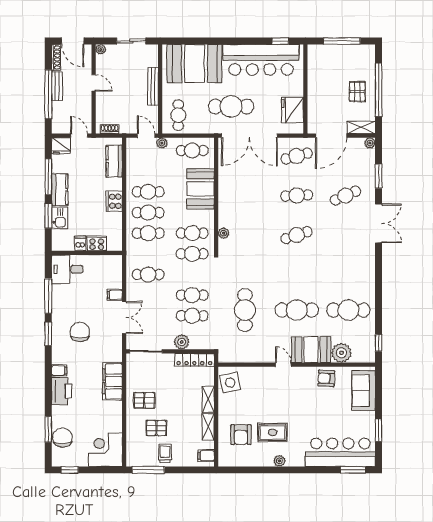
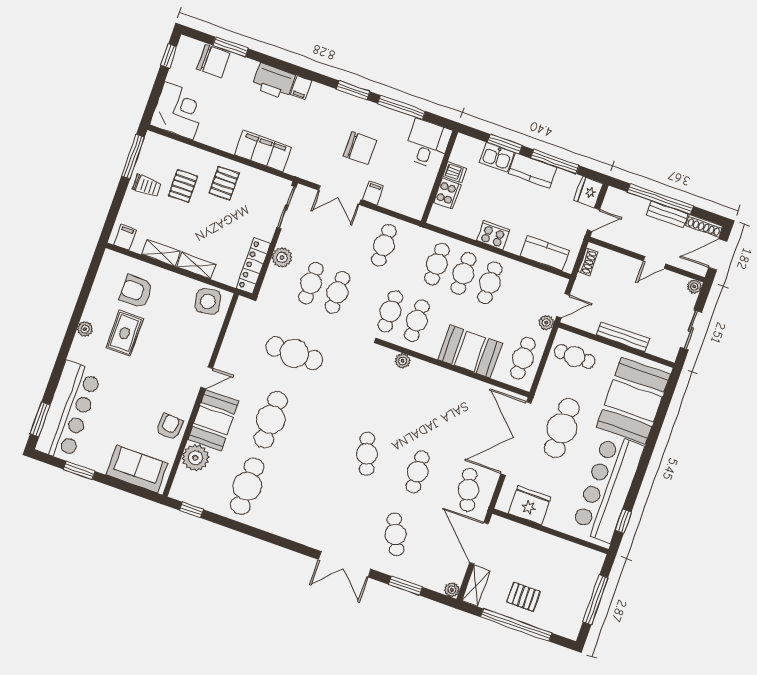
chair: (80, 332) -> (360, 148), moved

